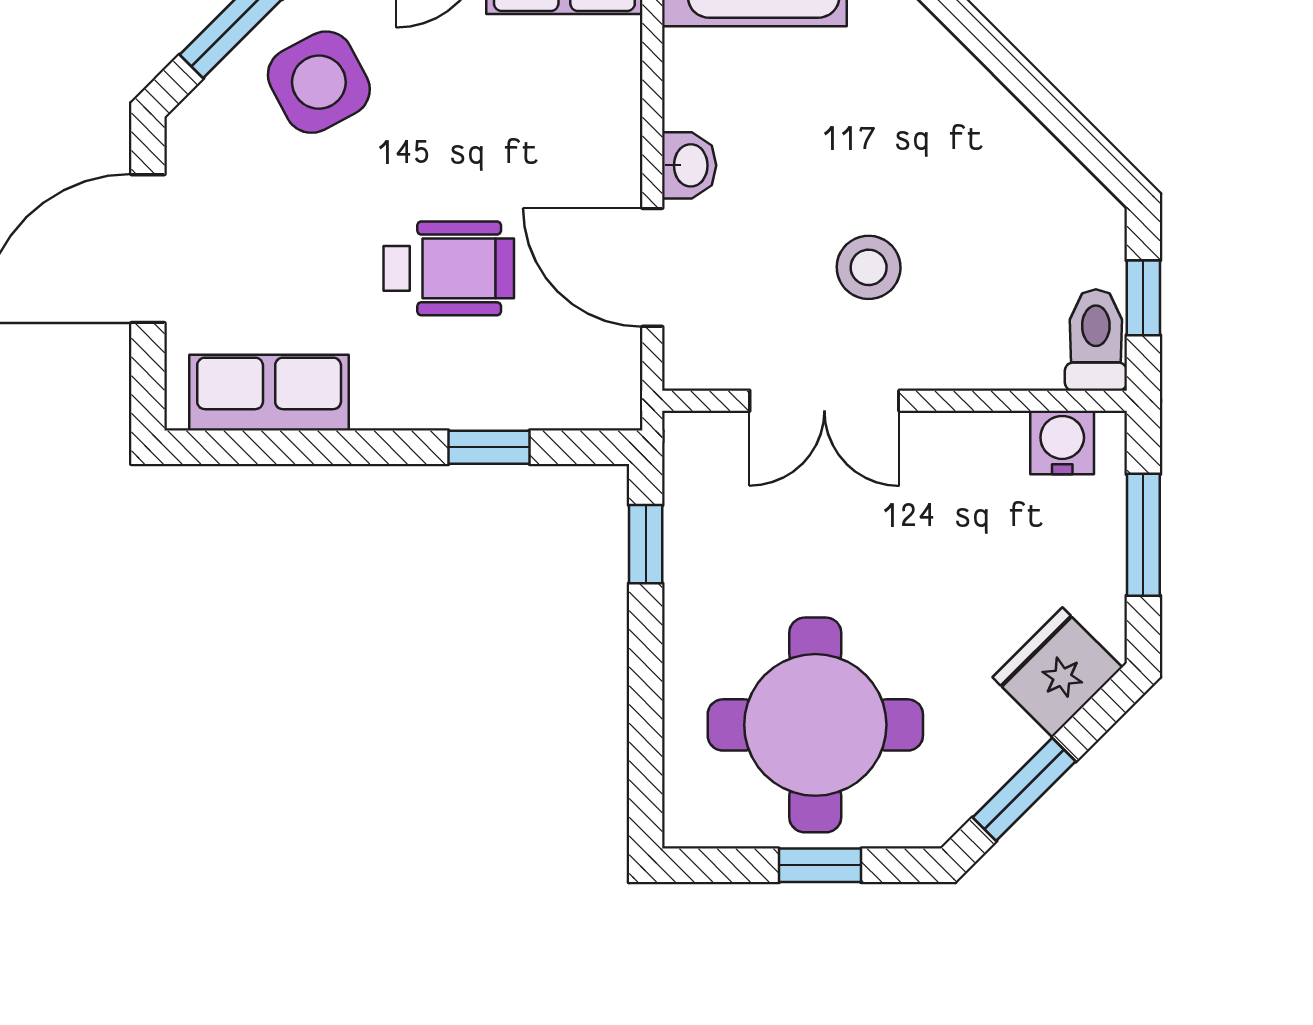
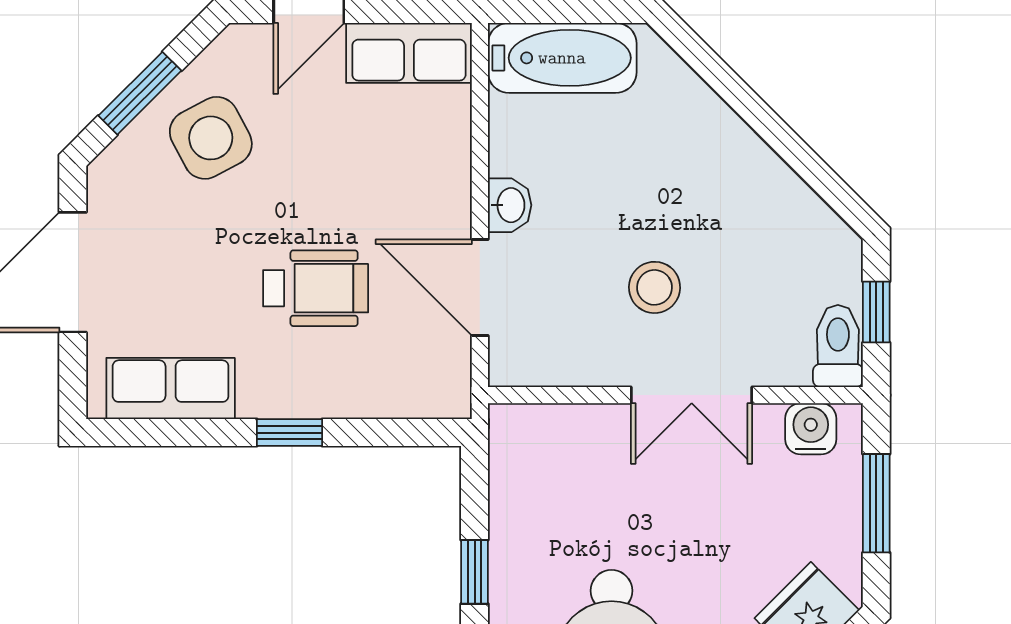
double door: (824, 401) -> (692, 395), moved
window: (489, 447) -> (290, 433), moved
window: (646, 544) -> (475, 572), moved

